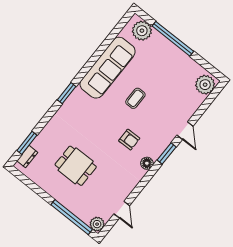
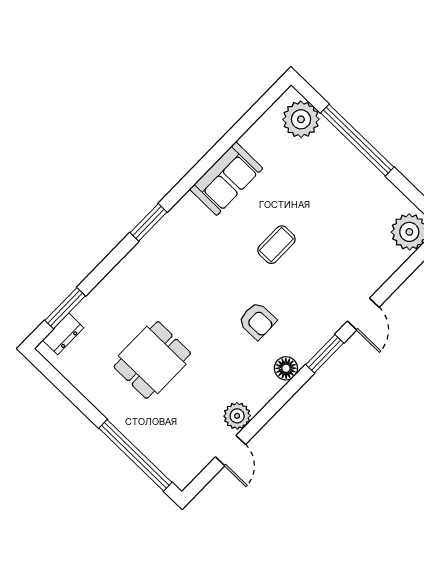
sofa: (108, 68) -> (226, 179), width x0.54, depth x0.79
dining table: (76, 166) -> (152, 360), turned 90
plant: (97, 224) -> (237, 416), moved

